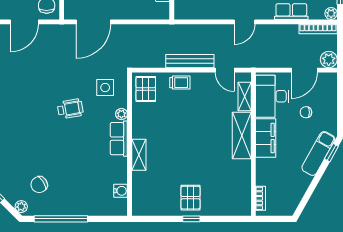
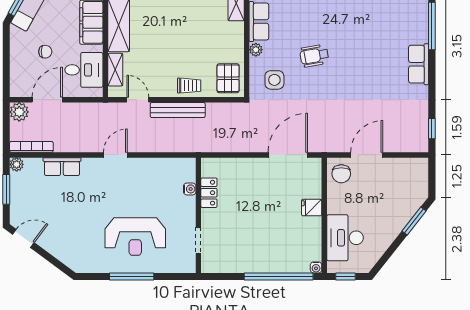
trolley: (180, 83) -> (189, 86), turned 180
desk: (272, 96) -> (84, 70), width x0.73

